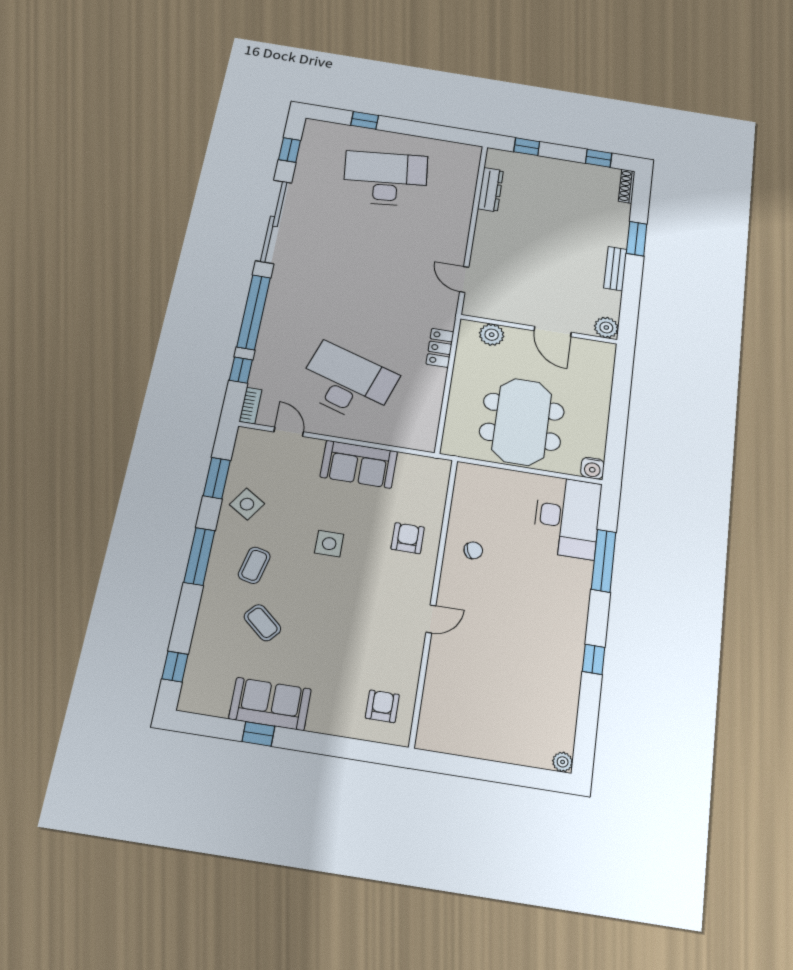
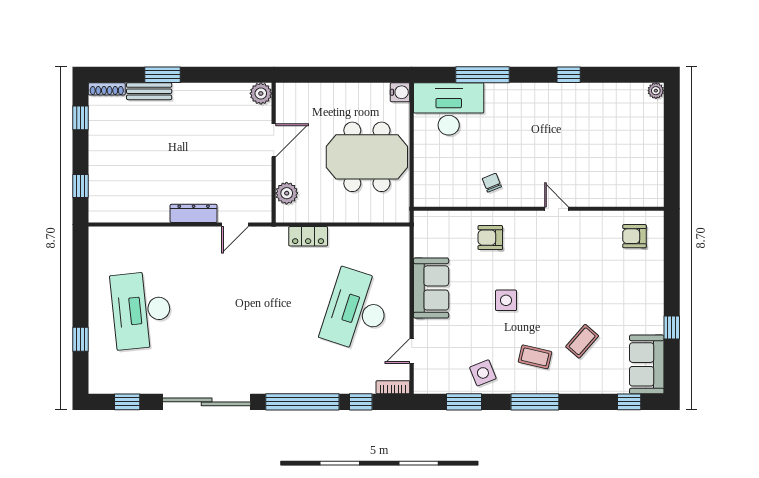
dresser: (491, 190) -> (194, 213), moved
bench: (615, 269) -> (149, 91), moved
side table: (247, 504) -> (483, 373), turned 35
sofa: (270, 704) -> (647, 364), moved

